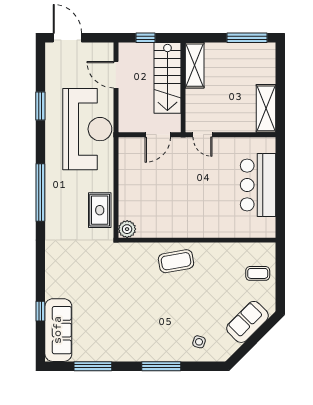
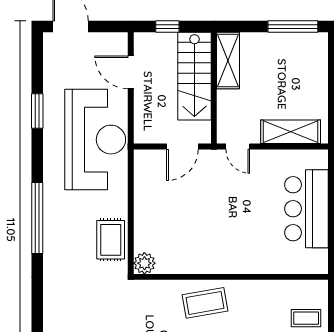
shelving: (266, 108) -> (291, 132), moved, turned 90

